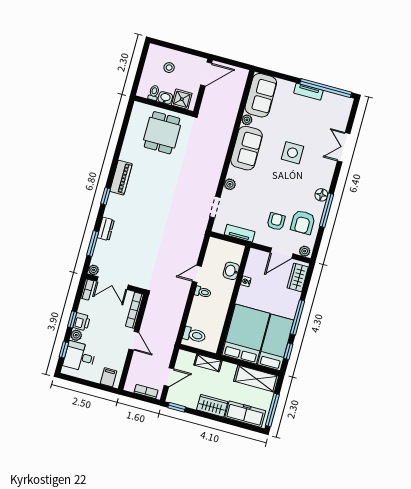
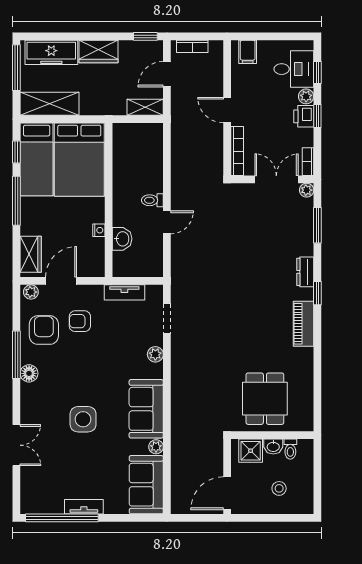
armchair: (276, 222) -> (80, 321), turned 90
dresser: (106, 229) -> (305, 272), moved
toilet: (194, 335) -> (148, 140), removed
shelving: (208, 363) -> (145, 107), moved

